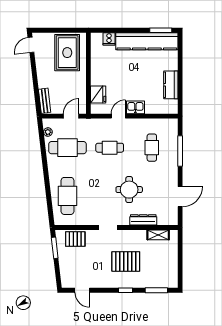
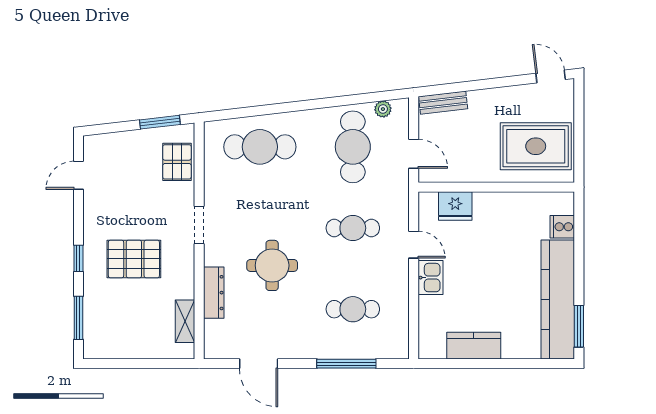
cafe table: (110, 148) -> (353, 228), turned 90
pallet: (126, 261) -> (134, 259), turned 90

